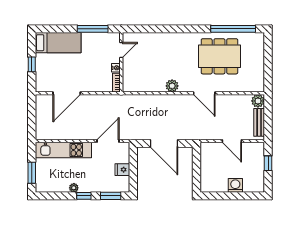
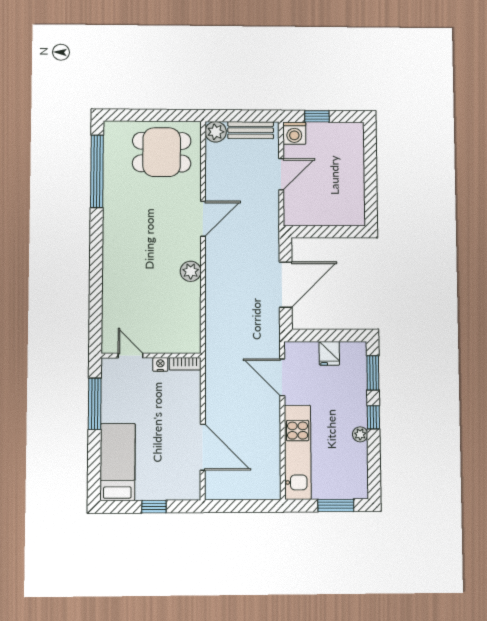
dining table: (219, 56) -> (162, 152), moved, width x0.73
washing machine: (235, 185) -> (294, 133), moved, turned -90

